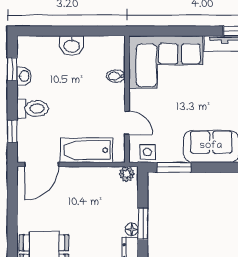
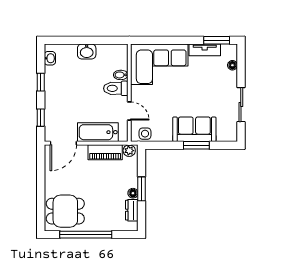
window: (12, 69) -> (41, 82), moved
washbasin: (24, 76) -> (50, 58), moved
toilet: (33, 109) -> (116, 88), moved, turned 180
window: (174, 167) -> (196, 145), moved
piano: (96, 176) -> (105, 152), added

